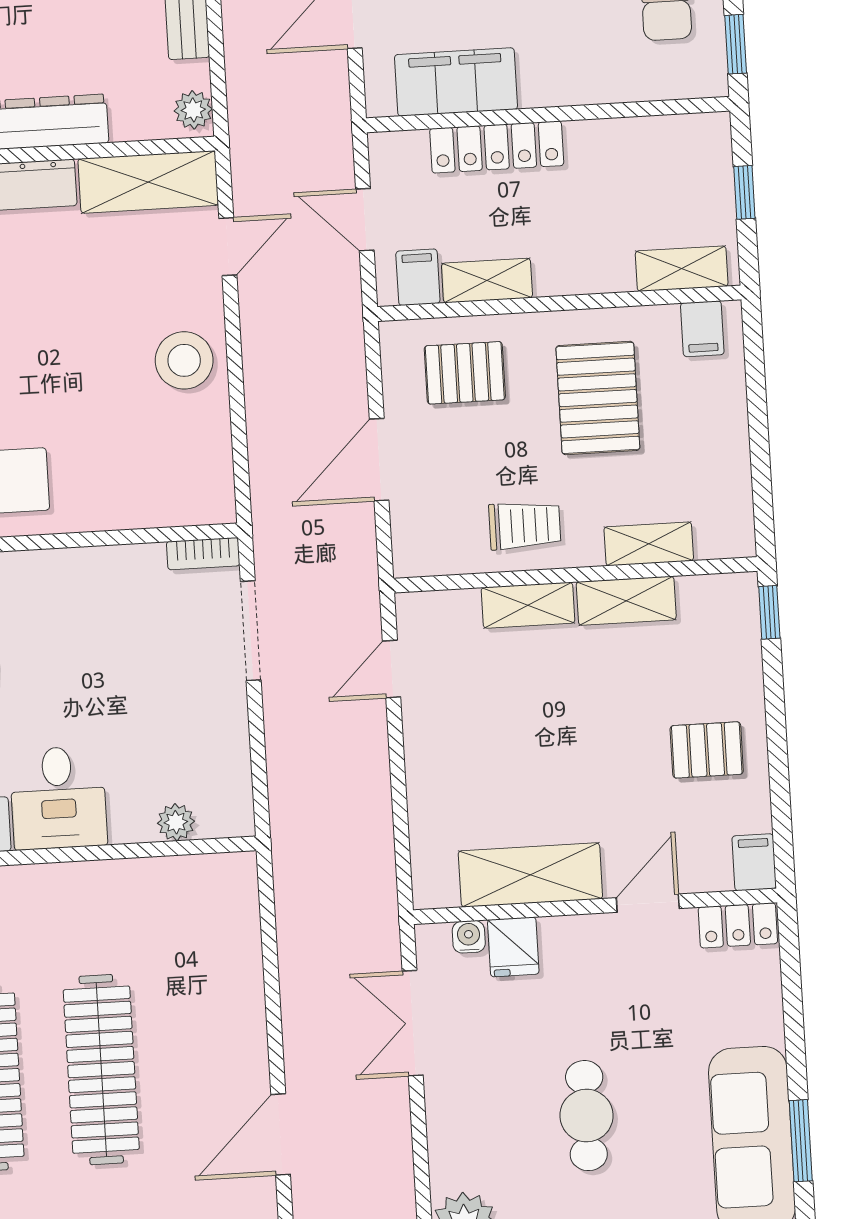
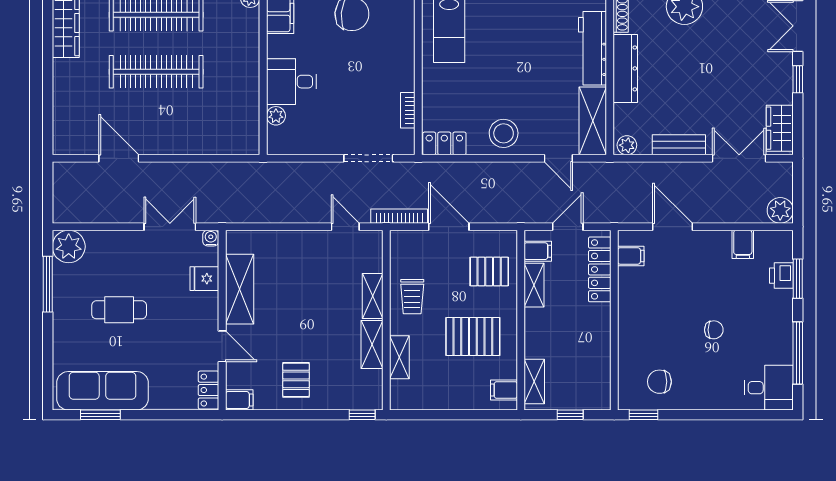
filing cabinet: (456, 82) -> (631, 256), width x0.33, depth x0.86
locker: (497, 147) -> (600, 269), moved
pallet: (465, 373) -> (489, 272), turned 90
locker: (211, 479) -> (444, 143), added
bookcase: (203, 554) -> (408, 110), moved
bookcase: (364, 561) -> (399, 216), added
desk: (58, 798) -> (291, 82), moved
water cooler: (469, 937) -> (211, 238), moved, turned -90

